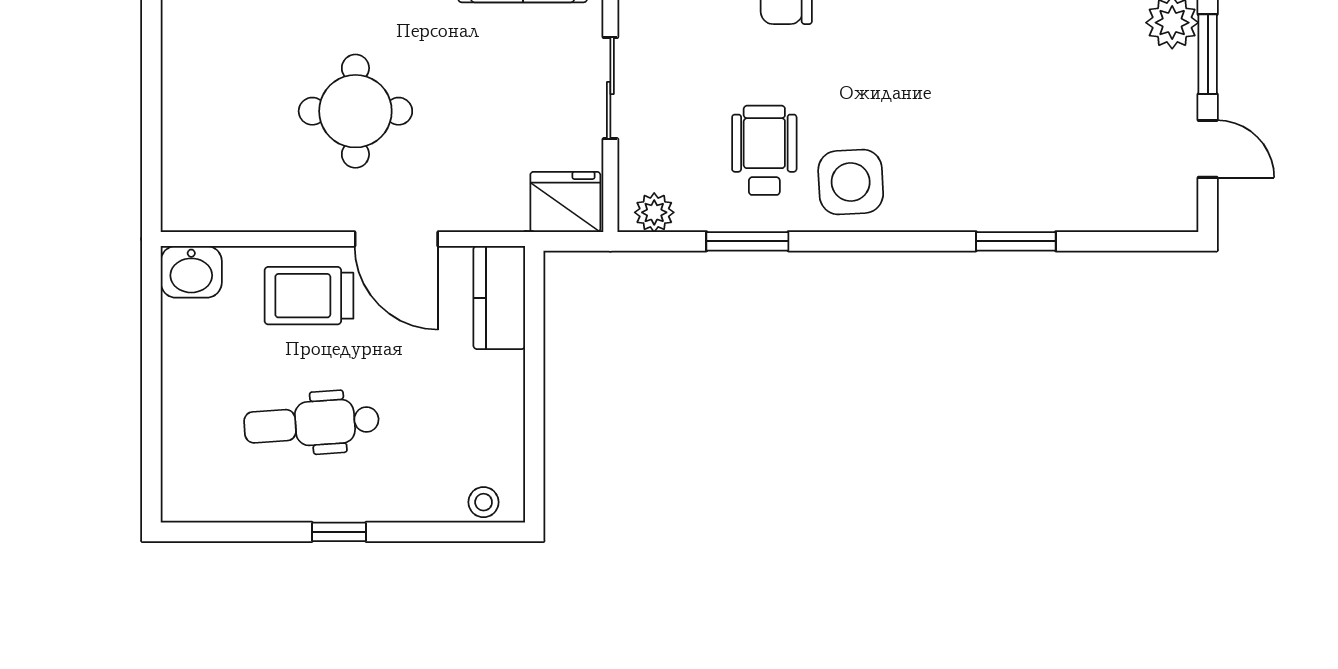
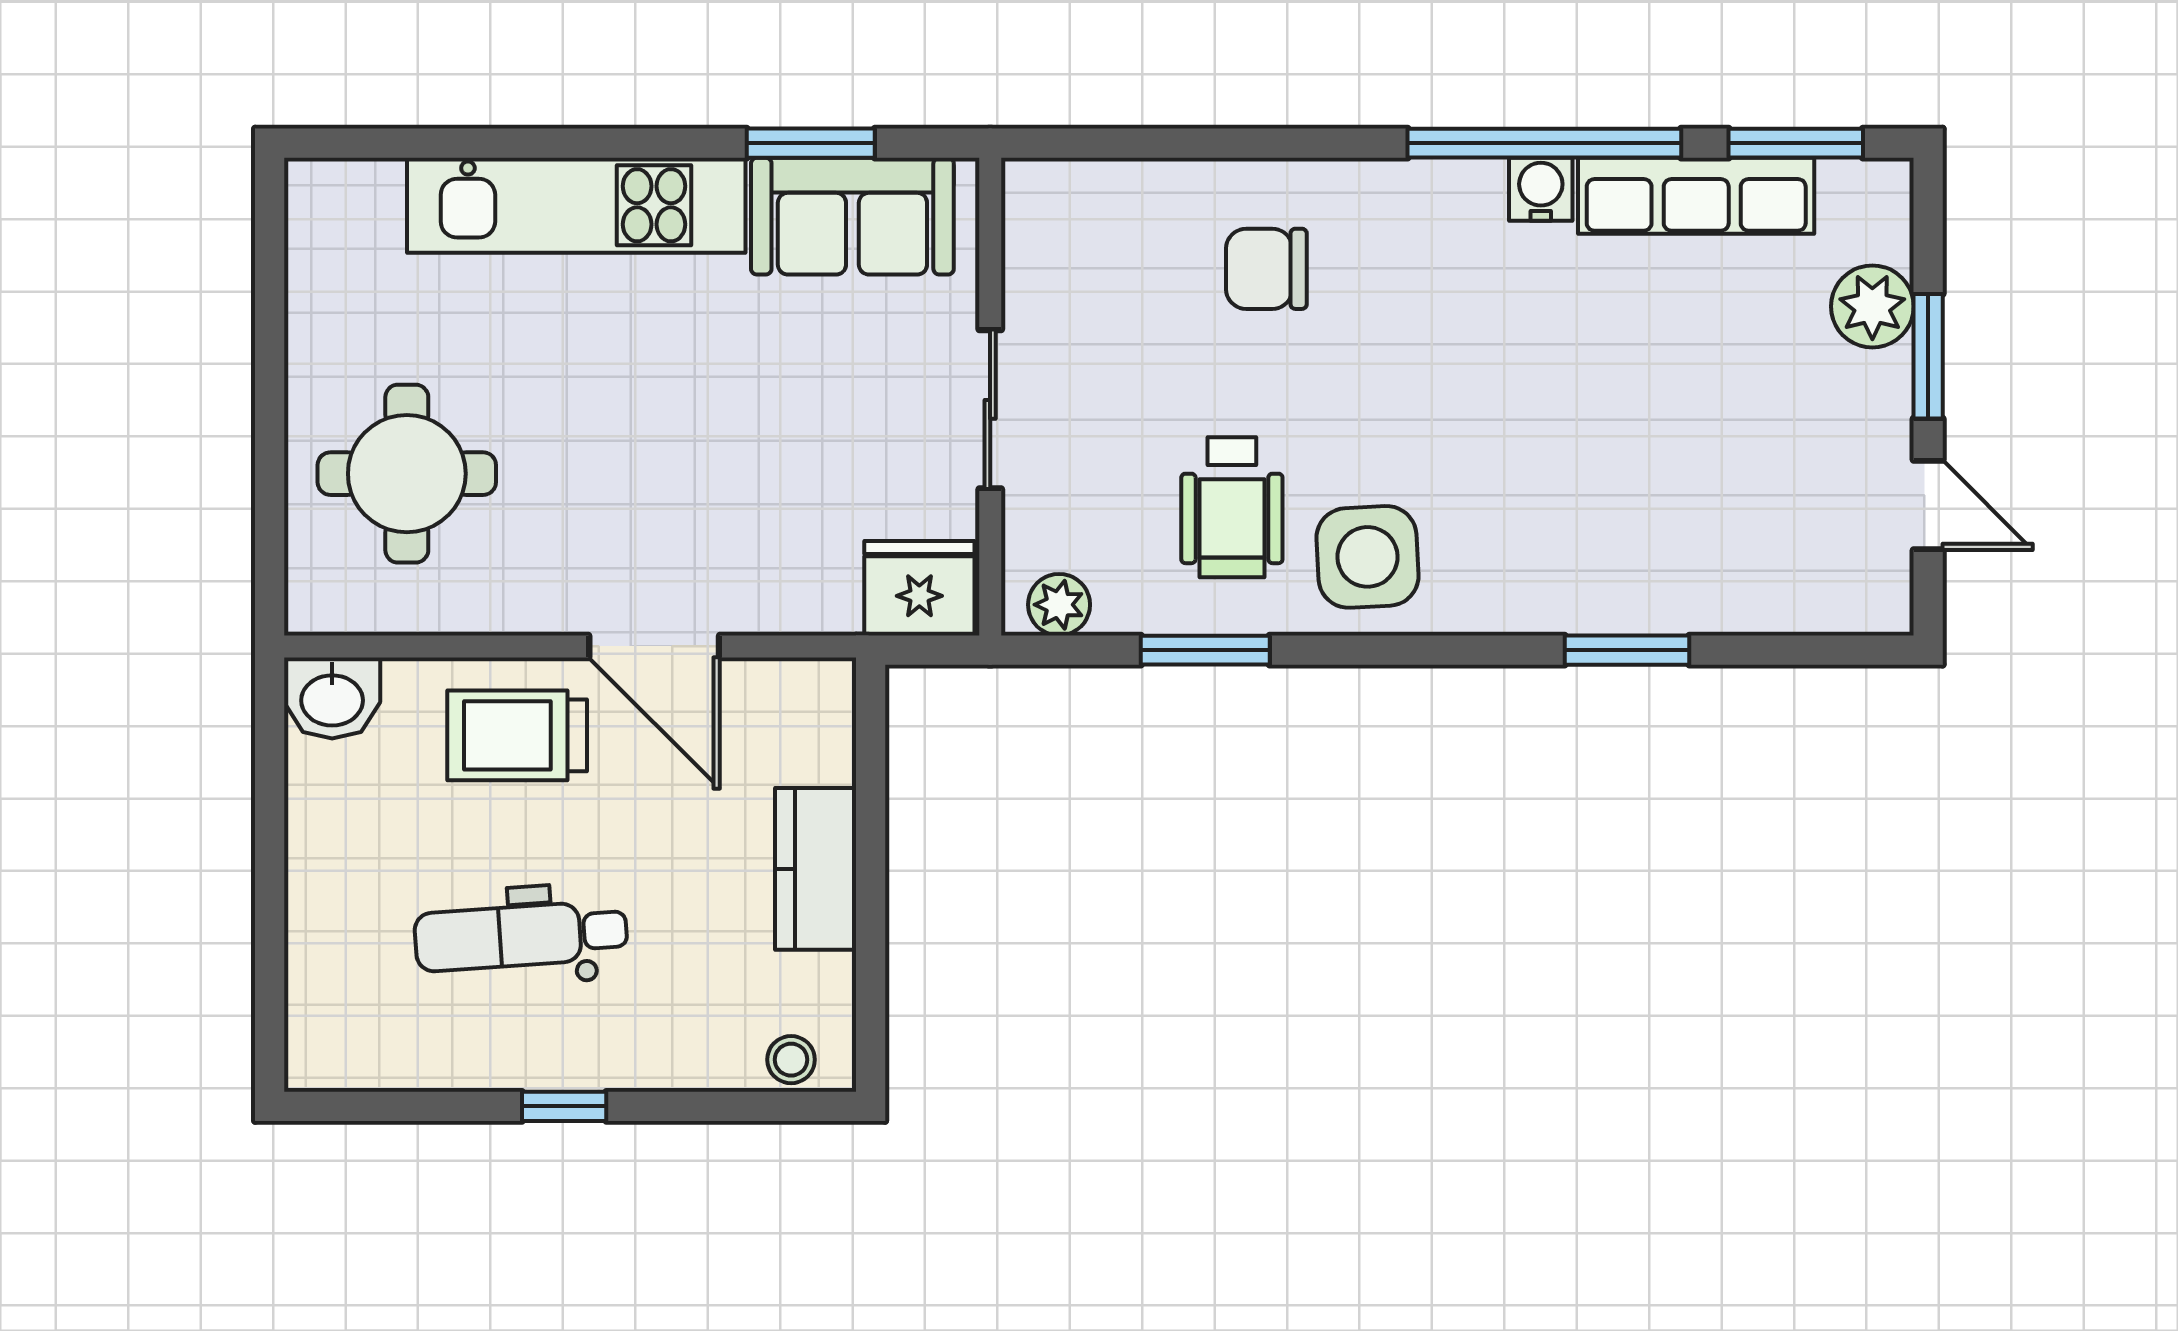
round table: (355, 111) -> (407, 474), moved
wheelchair: (764, 150) -> (1232, 507), turned 180
kitchen counter: (499, 298) -> (816, 869), moved

